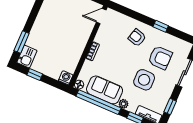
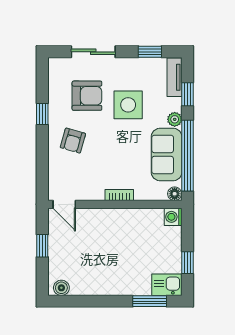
armchair: (160, 58) -> (87, 96), turned 90

